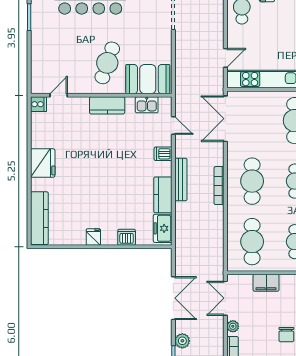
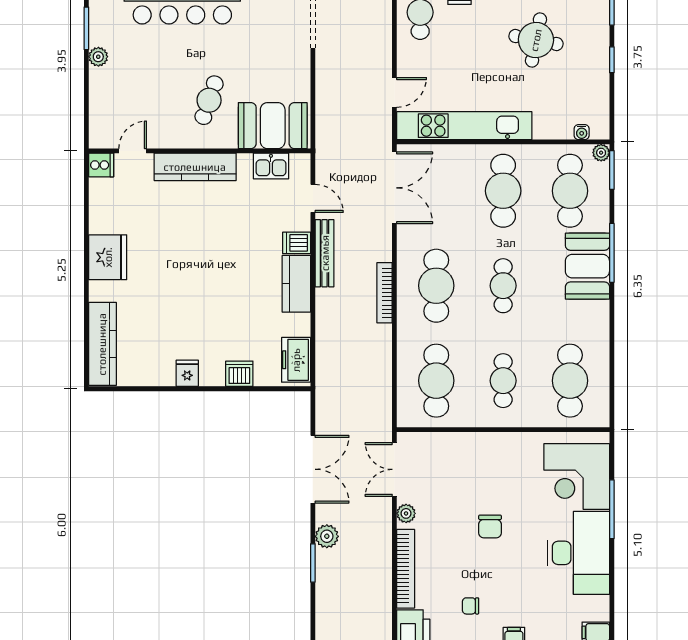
plant: (37, 35) -> (98, 57), added
cafe table: (107, 63) -> (209, 100), width x0.73, depth x0.74
kitchen counter: (107, 105) -> (195, 167), width x1.50
double door: (225, 119) -> (394, 188), swing flipped
bench: (181, 180) -> (325, 253), moved
kitchen counter: (163, 195) -> (296, 284), moved
filing cabinet: (266, 283) -> (458, 445), removed

